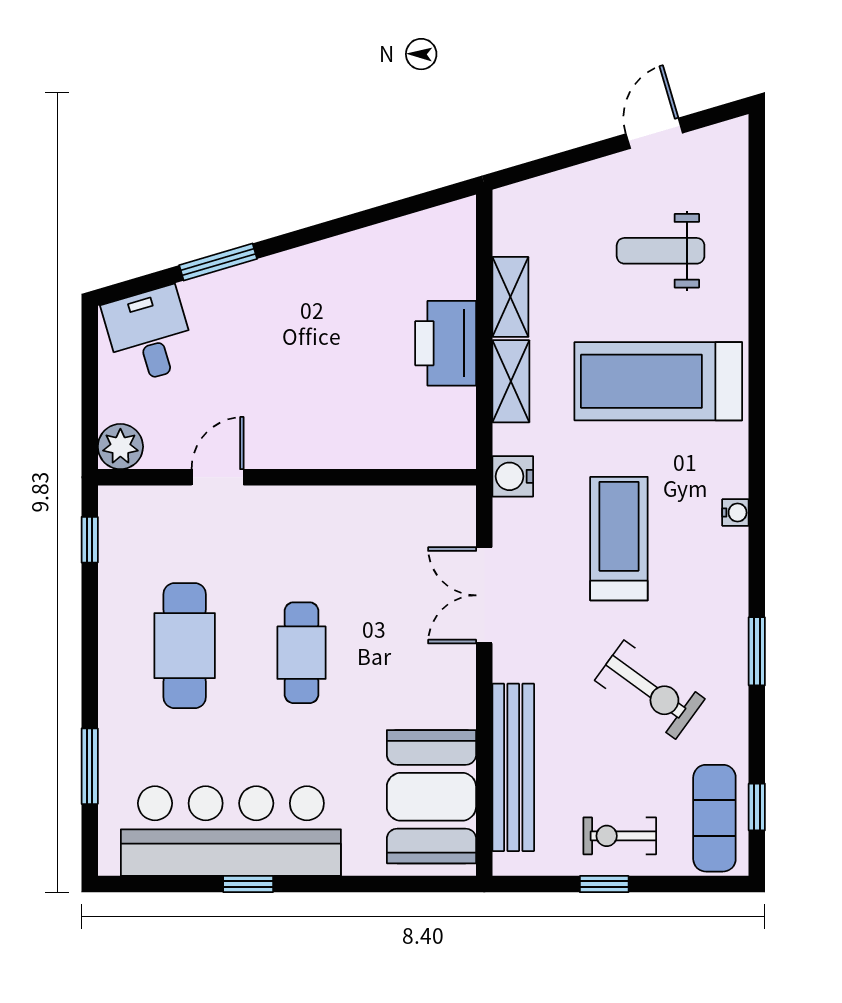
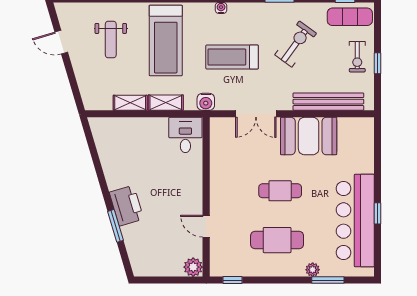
desk: (149, 335) -> (185, 135), moved, turned 106
printer: (446, 343) -> (126, 206), moved, turned -106
plant: (114, 730) -> (313, 270), added
booth: (431, 797) -> (309, 136), moved

